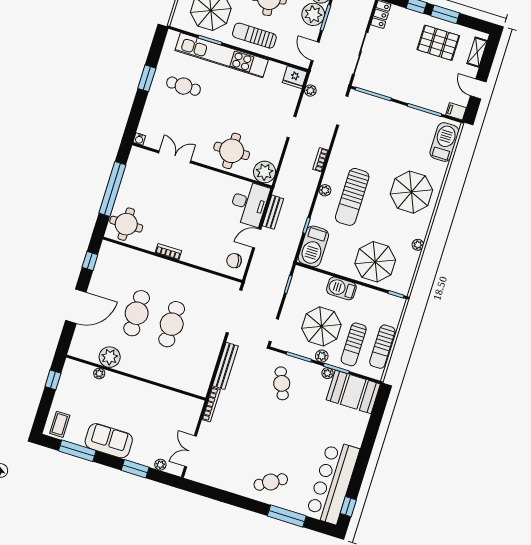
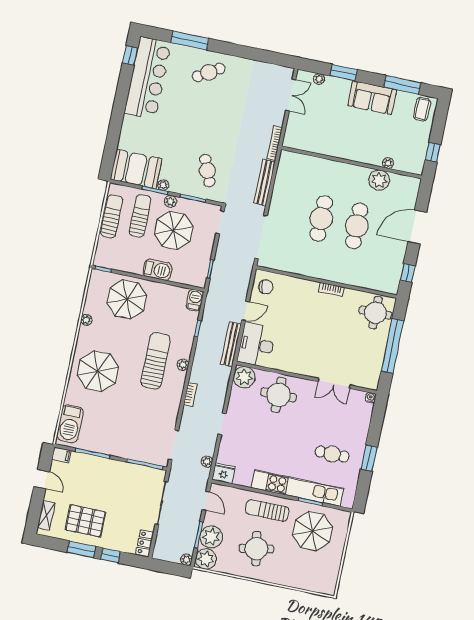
sun lounger: (254, 36) -> (267, 510), turned 180
bench: (273, 212) -> (231, 344), width x1.36
barbecue: (313, 246) -> (195, 300), width x0.53, depth x0.65

